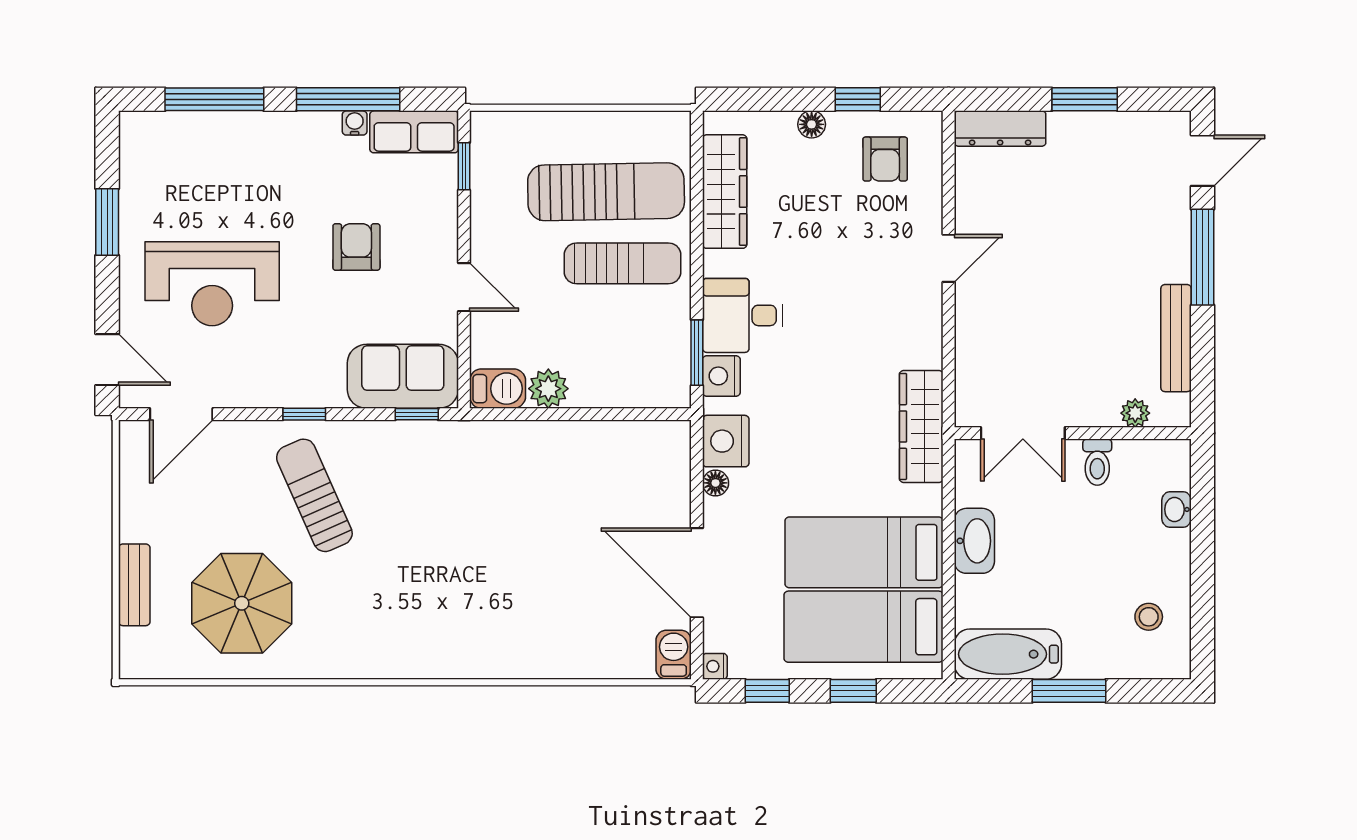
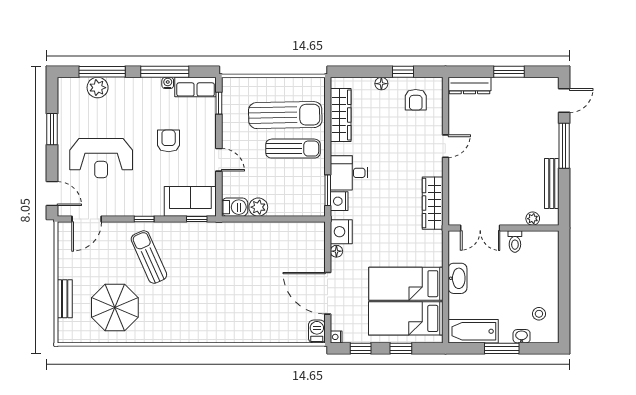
plant: (204, 133) -> (98, 88), added
wardrobe: (921, 426) -> (433, 203), moved
washbasin: (1177, 509) -> (522, 336), moved, turned 90

